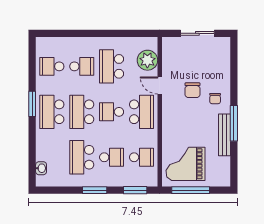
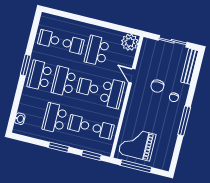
plant: (147, 60) -> (130, 42), moved
bench: (225, 135) -> (190, 66), moved
school desk: (112, 157) -> (79, 124), turned 180

